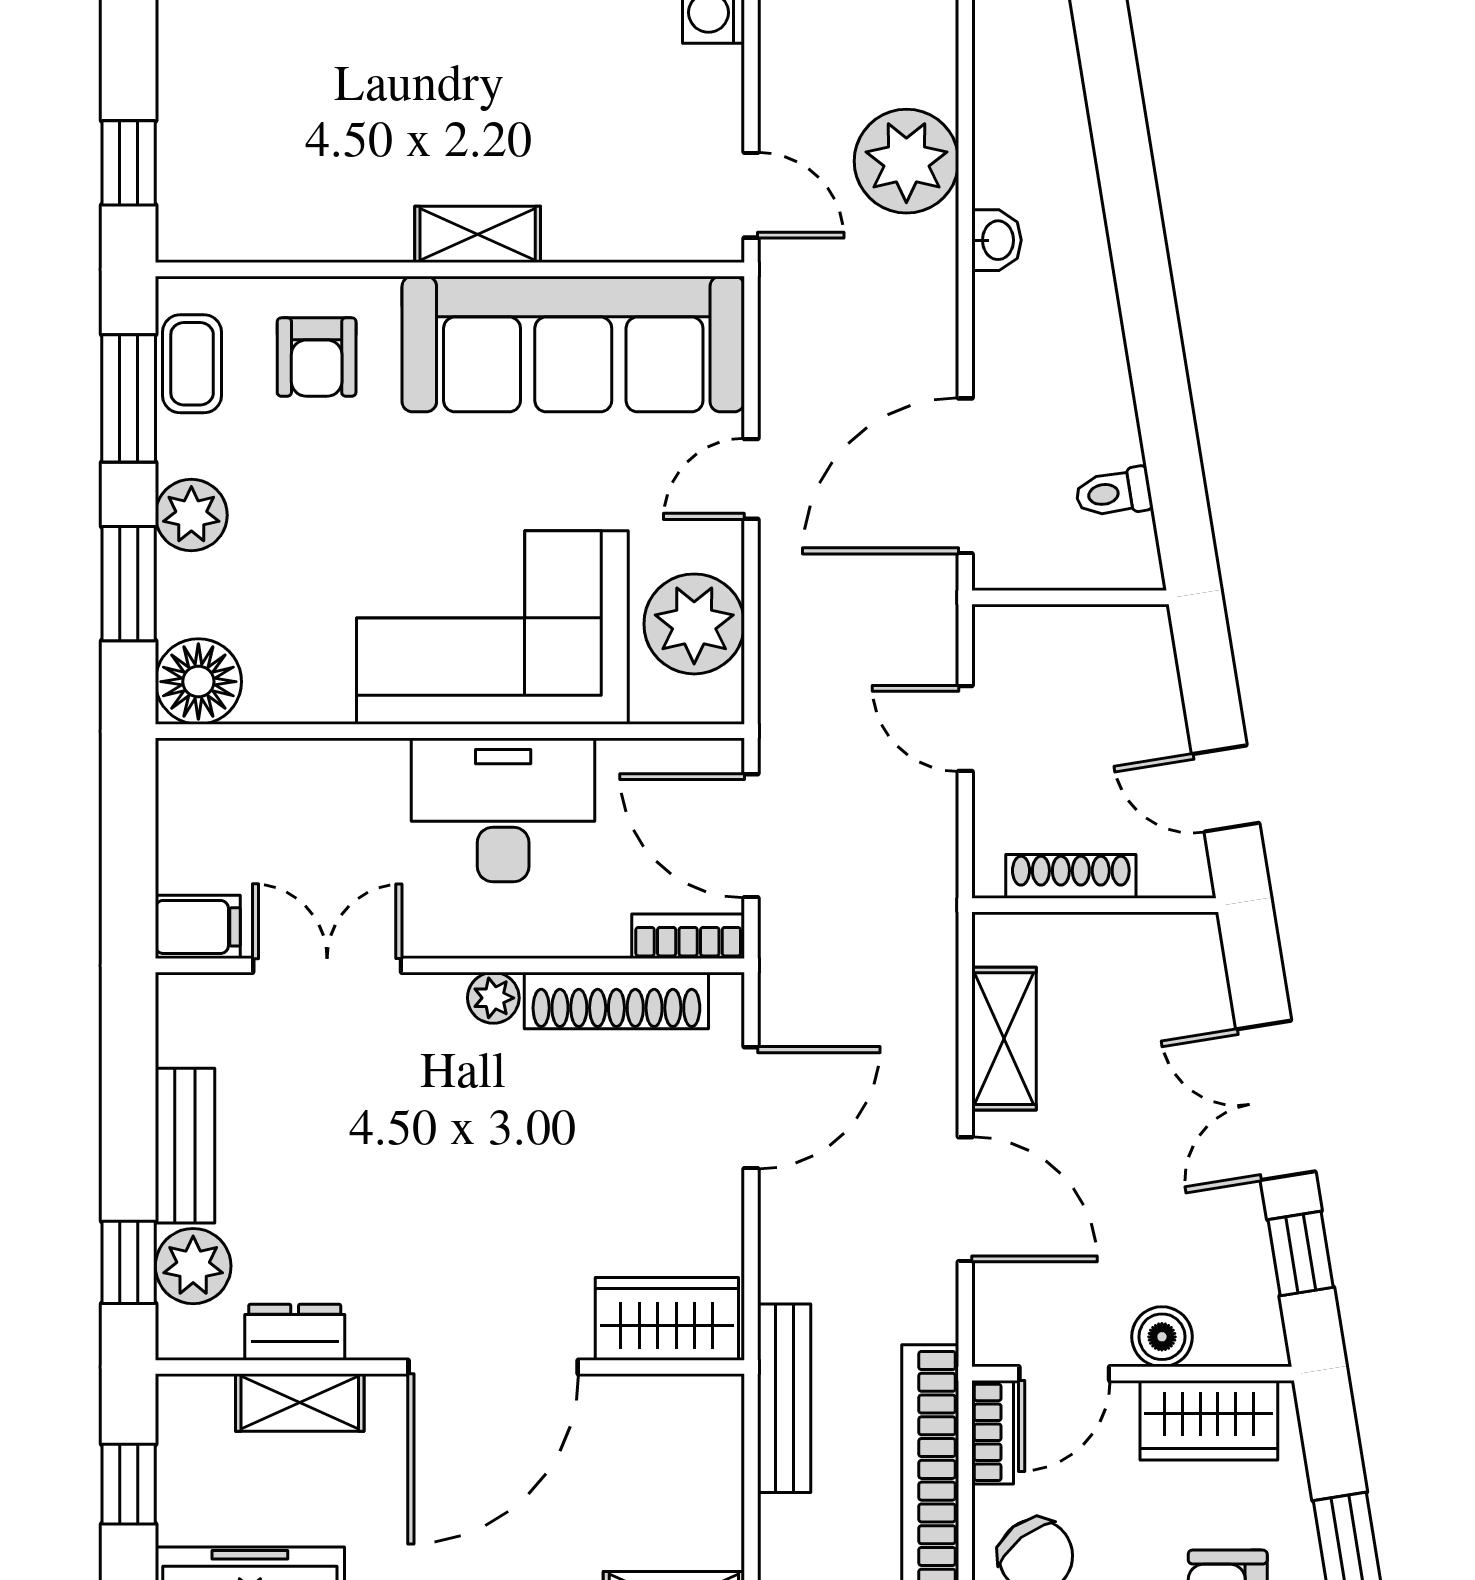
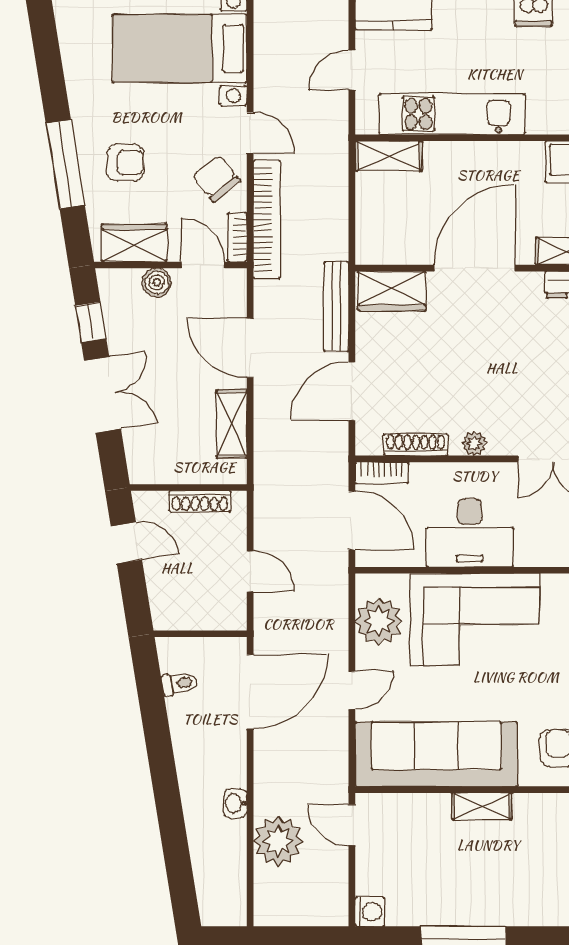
shoe rack: (616, 1001) -> (416, 445), width x0.74, depth x0.81
door: (1064, 1374) -> (203, 265), hinge flipped
bench: (784, 1398) -> (336, 307), moved

